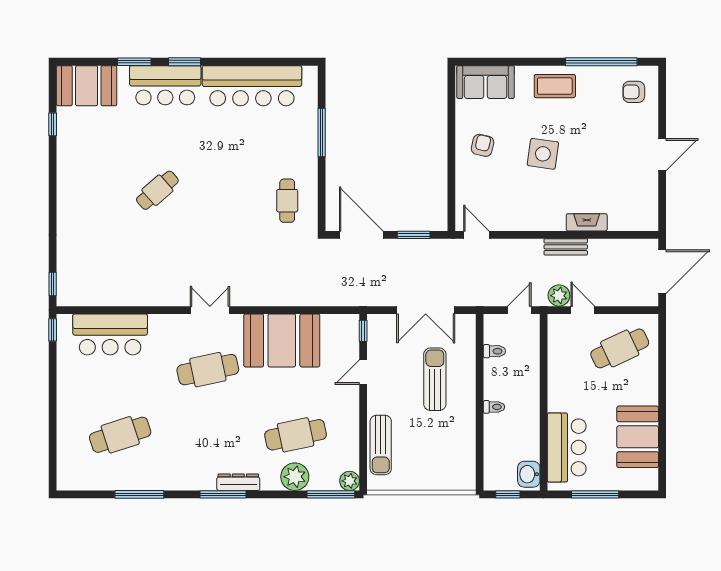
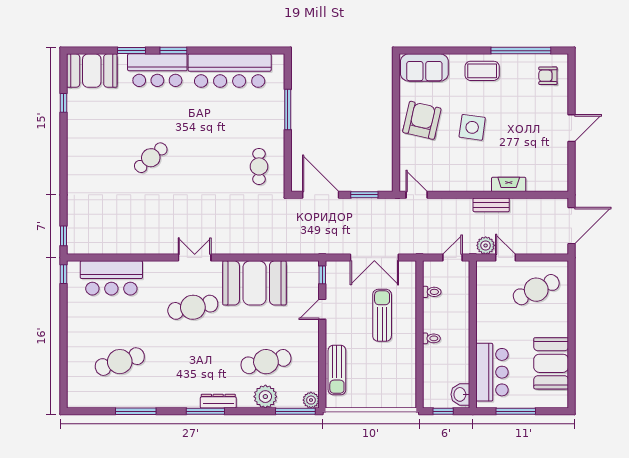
armchair: (483, 145) -> (422, 120), width x1.88, depth x1.88

